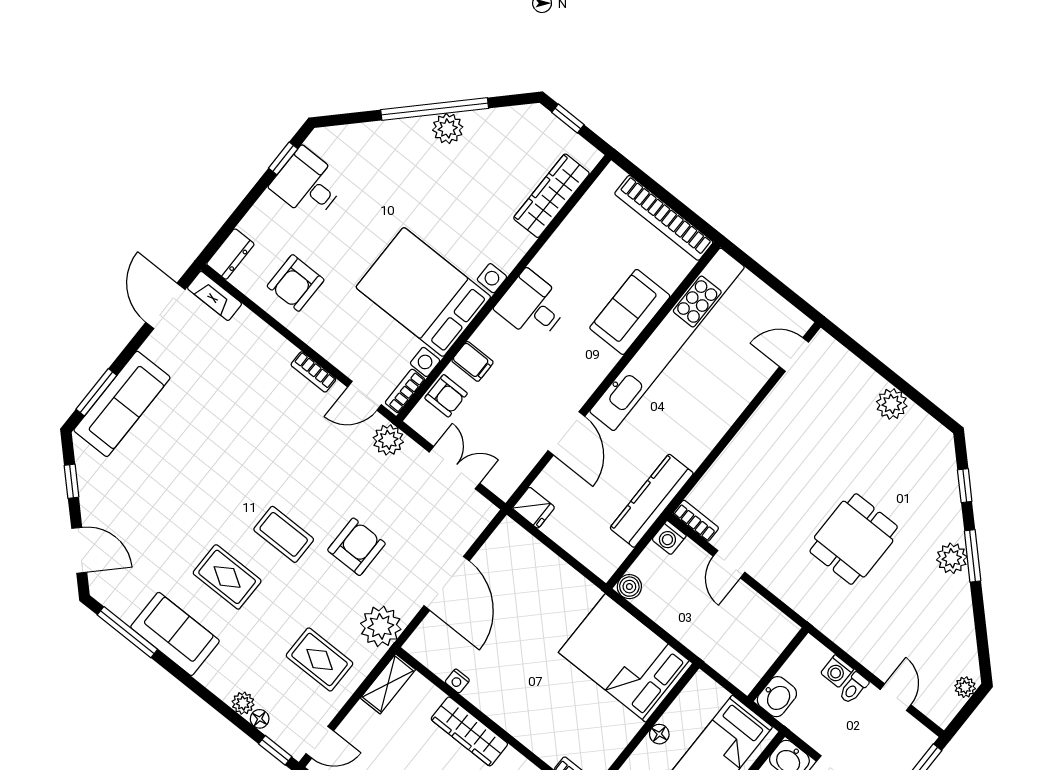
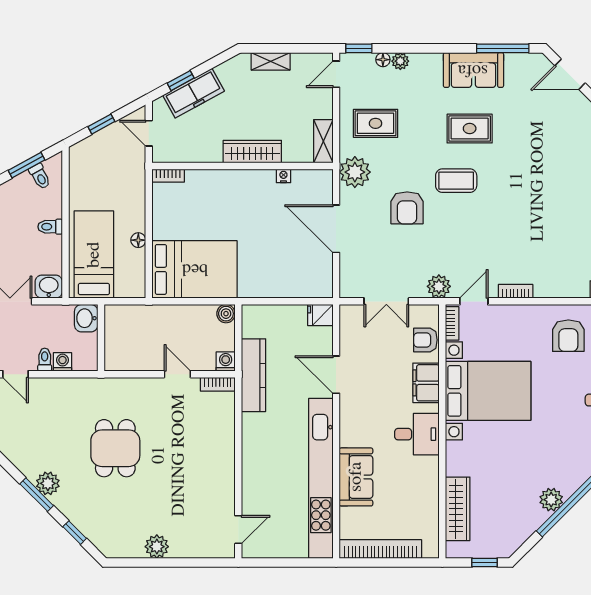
armchair: (296, 283) -> (568, 336), turned 180
filing cabinet: (472, 361) -> (426, 383), width x2.00

